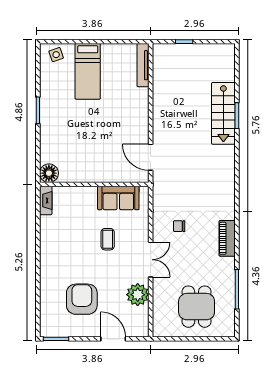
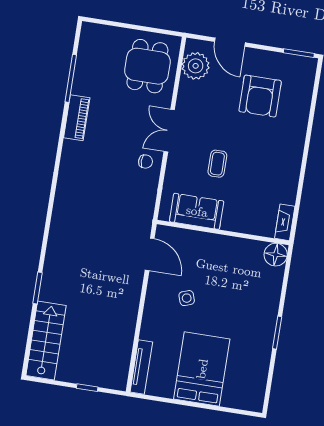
side table: (56, 55) -> (187, 298), moved
bed: (88, 71) -> (202, 369), width x1.50
stairs: (223, 113) -> (46, 340), moved
chair: (179, 226) -> (146, 162), moved
piano: (227, 238) -> (77, 118), moved
plant: (138, 295) -> (196, 66), moved
dining table: (197, 307) -> (147, 66), moved

